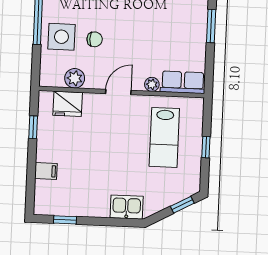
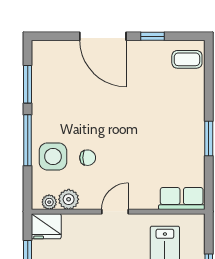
plant: (152, 84) -> (49, 202), moved
fridge: (68, 104) -> (46, 226), moved

